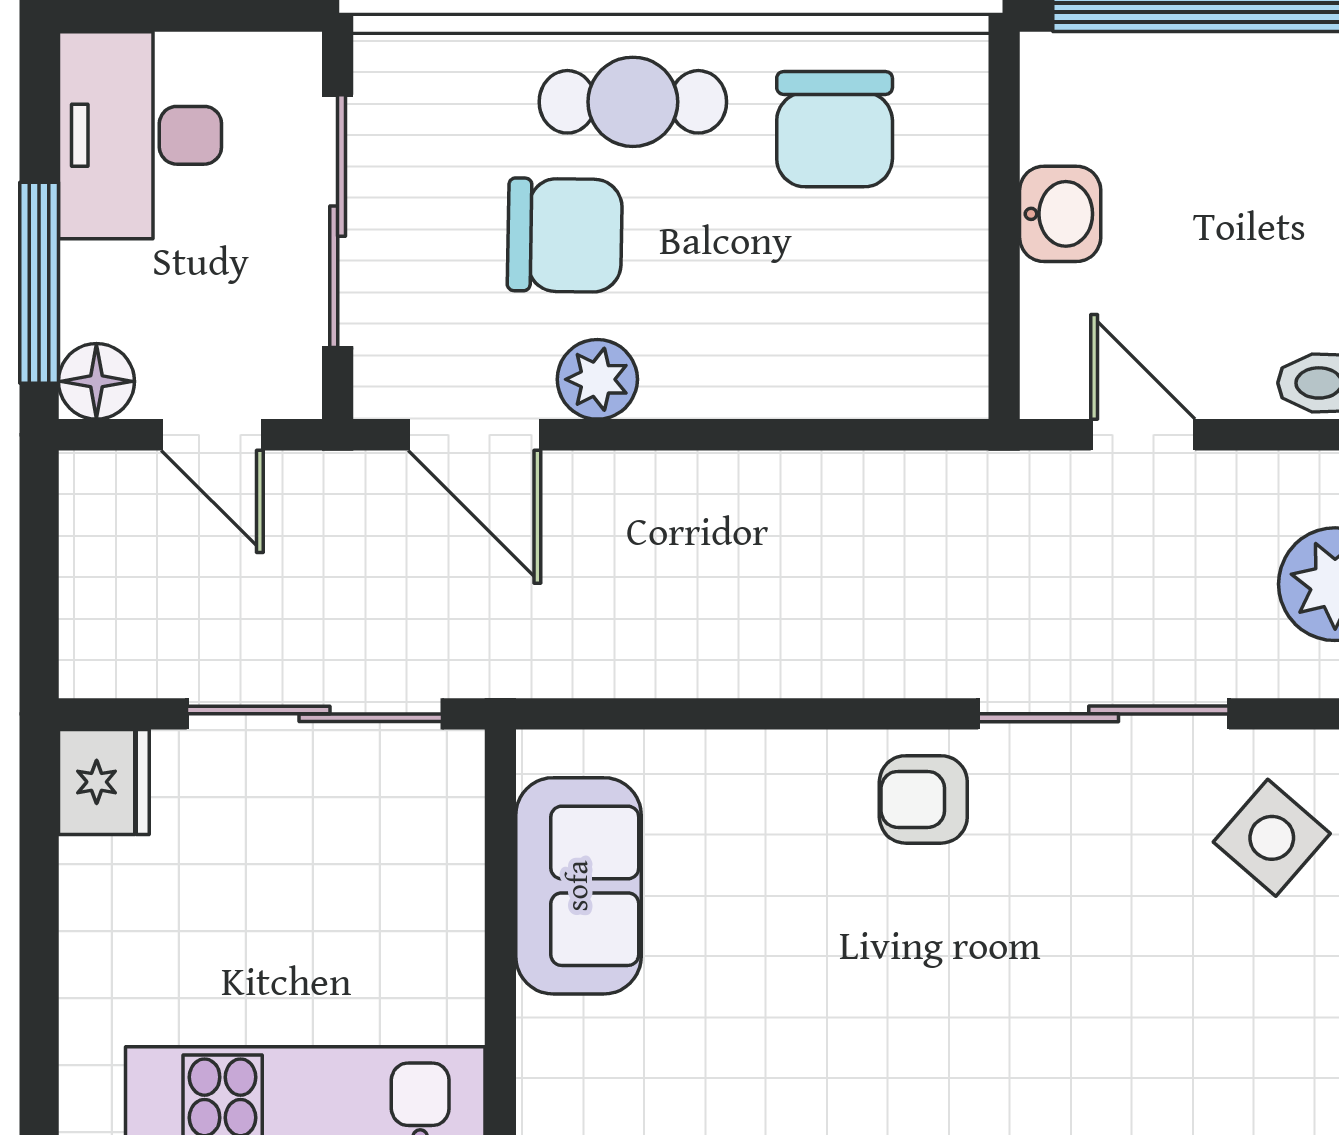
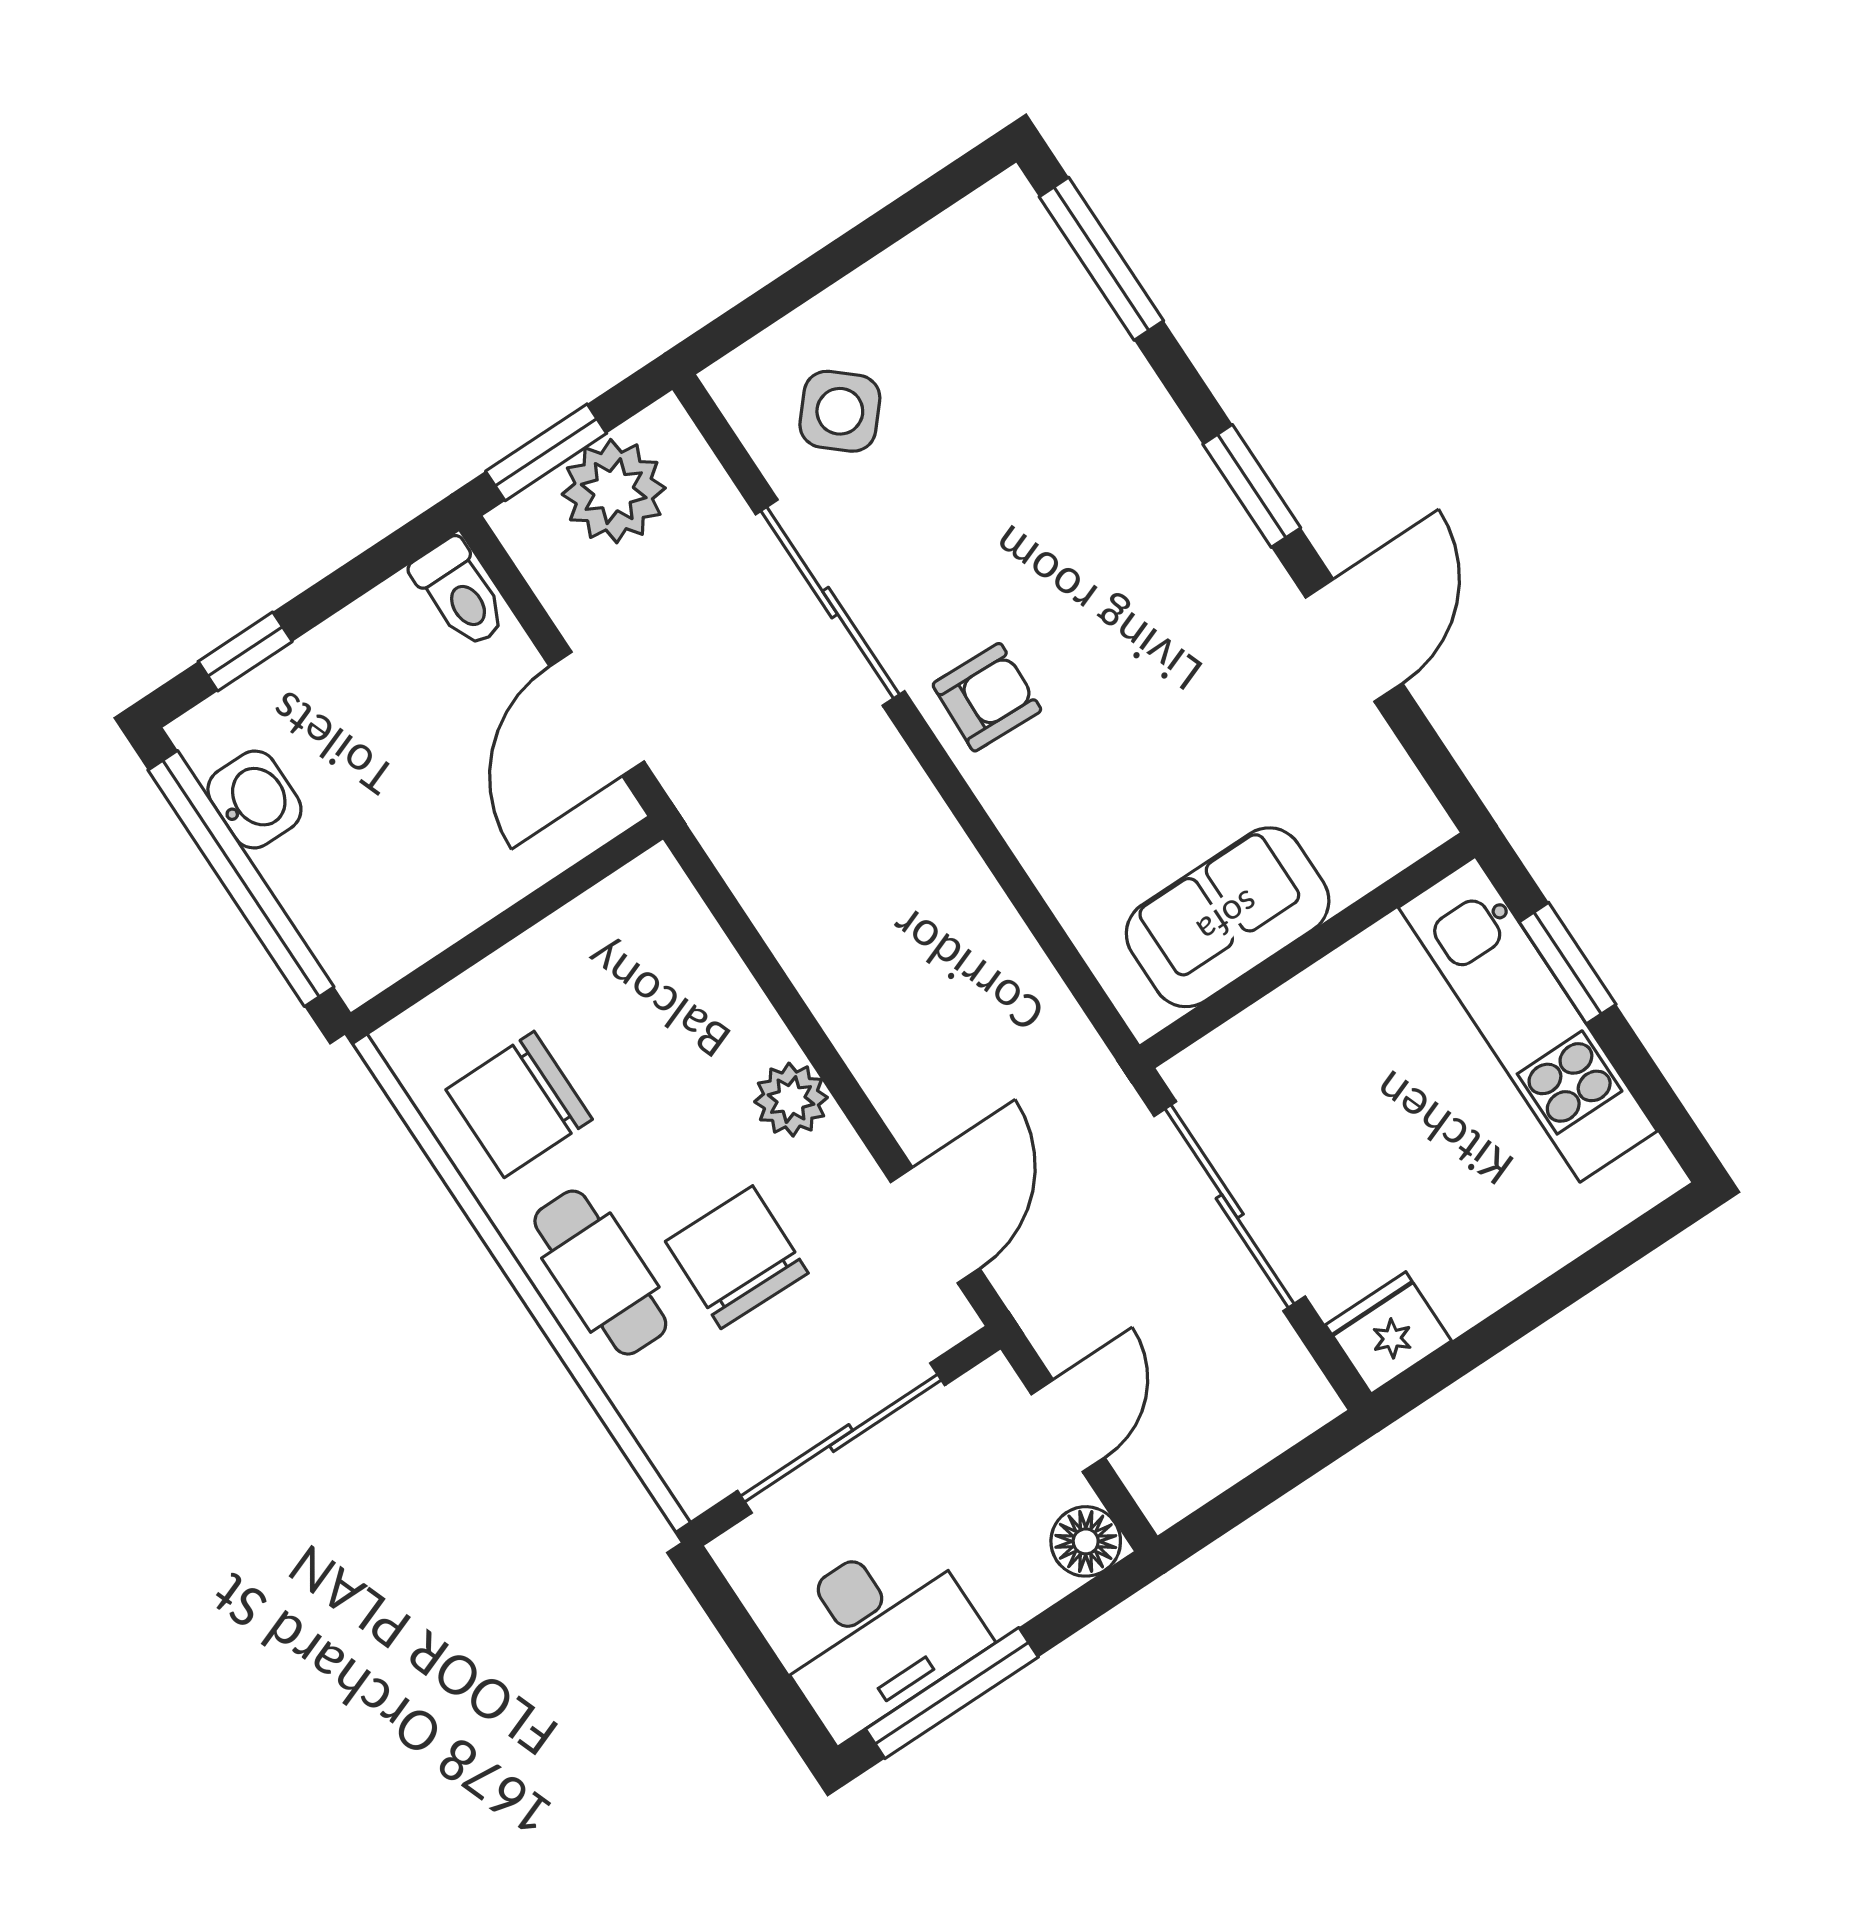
chair: (835, 129) -> (519, 1104), turned 180
washbasin: (1060, 214) -> (254, 799), moved, turned 90
window: (39, 283) -> (952, 1693), moved
plant: (597, 379) -> (791, 1100), moved
door: (1143, 435) -> (597, 714), width x1.38
armchair: (923, 799) -> (987, 697), turned -88

